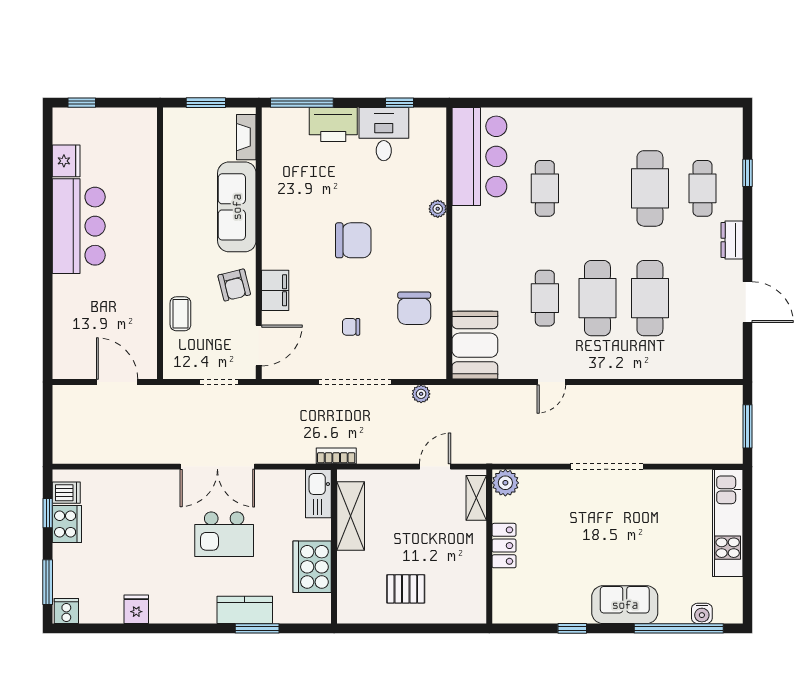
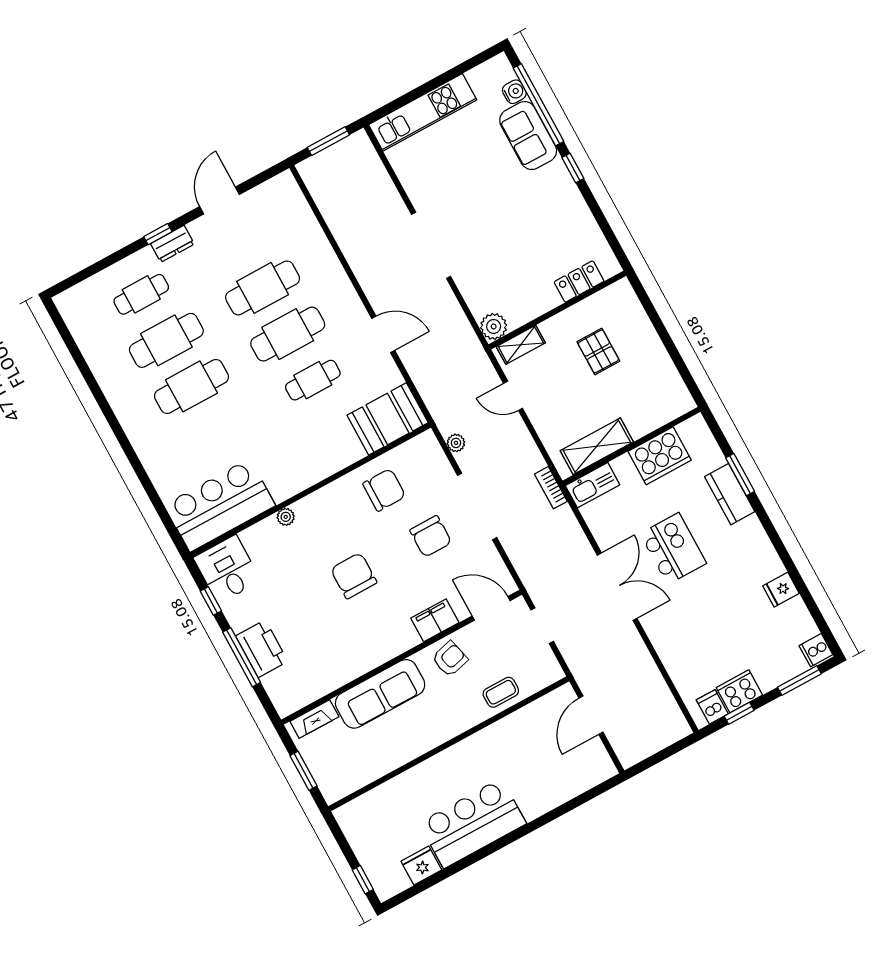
window: (302, 103) -> (242, 657), moved
desk: (384, 134) -> (227, 569), moved, turned 90
window: (747, 173) -> (158, 234), moved
cafe table: (545, 188) -> (191, 386), moved, width x1.37, depth x1.35
chair: (351, 327) -> (431, 536), width x1.87, depth x1.87
door: (551, 382) -> (383, 334), width x1.38
locker: (504, 546) -> (579, 281), moved
pallet: (406, 589) -> (598, 351), moved
sofa: (625, 605) -> (528, 136), moved
window: (572, 628) -> (573, 168), moved

